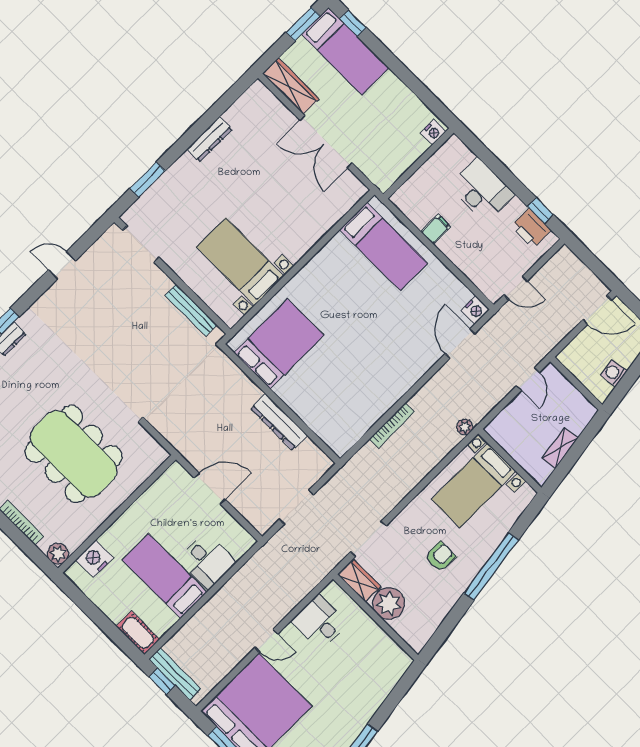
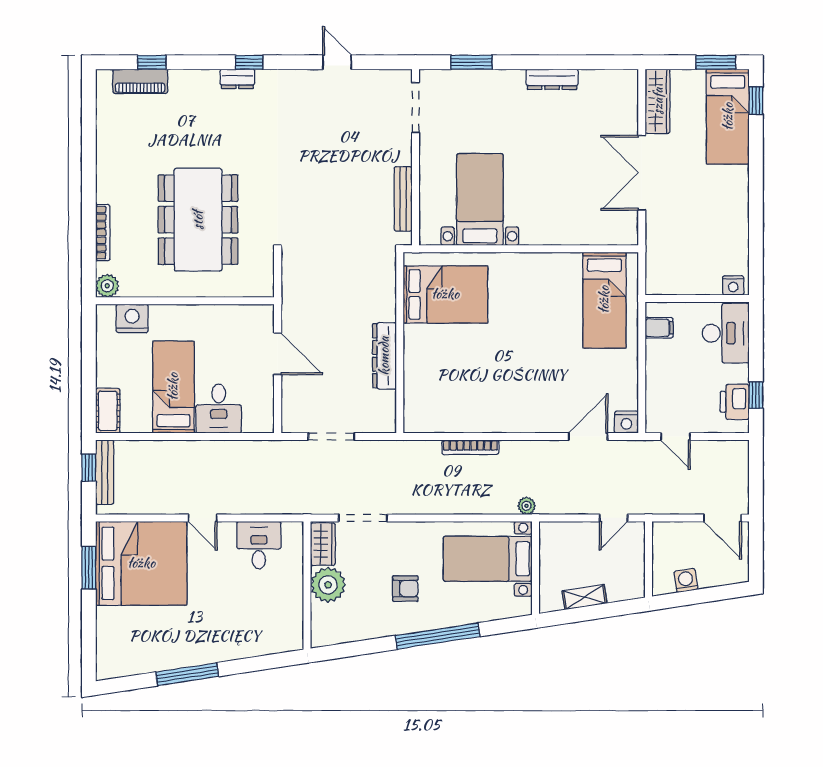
nightstand: (433, 132) -> (733, 285), moved
wall: (418, 163) -> (697, 299), moved

